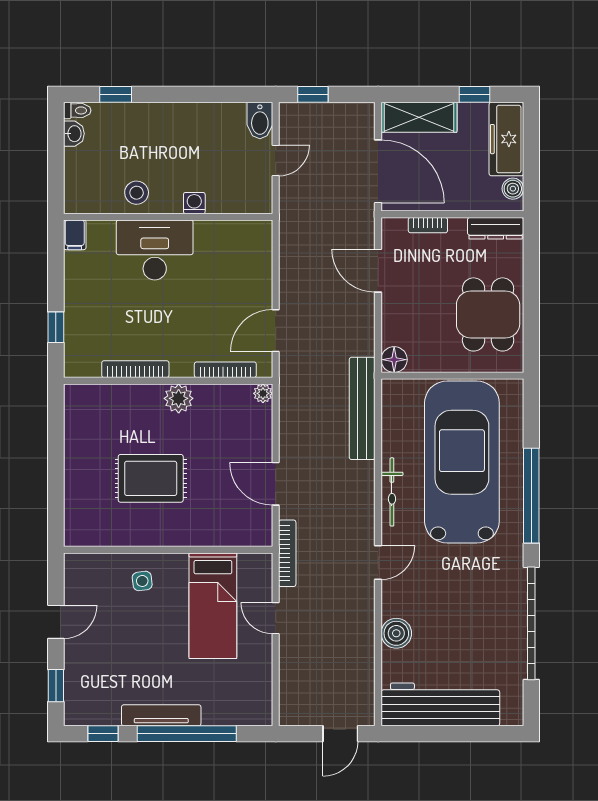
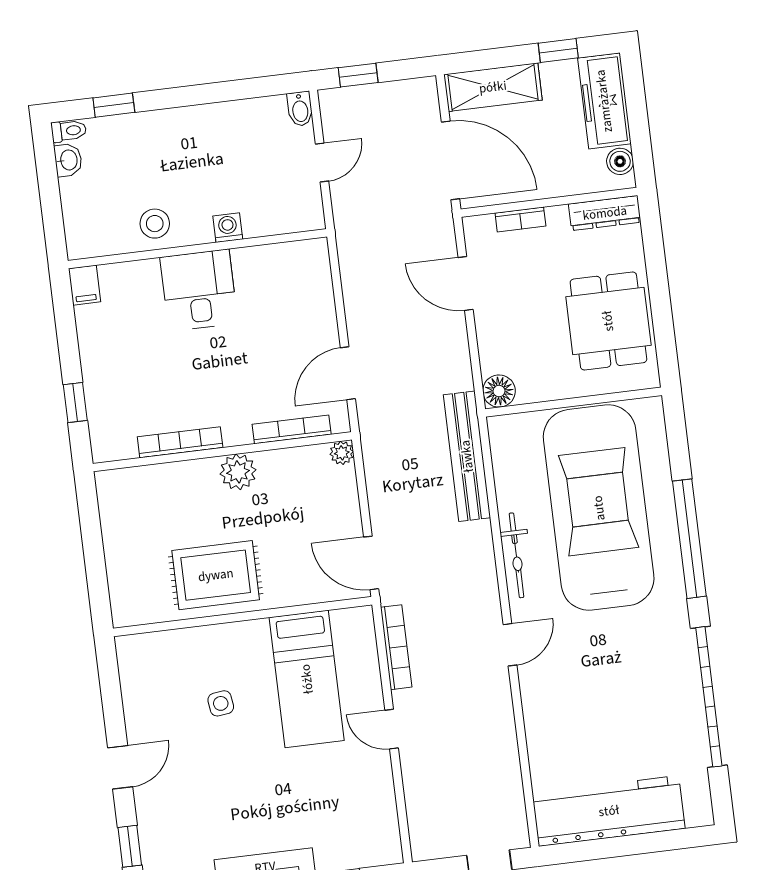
bidet: (260, 120) -> (300, 109), width x0.72, depth x0.74
desk: (155, 250) -> (199, 290), width x0.73
wall: (168, 550) -> (243, 617), moved
bed: (213, 606) -> (307, 679), moved
boiler: (396, 633) -> (543, 730), removed

